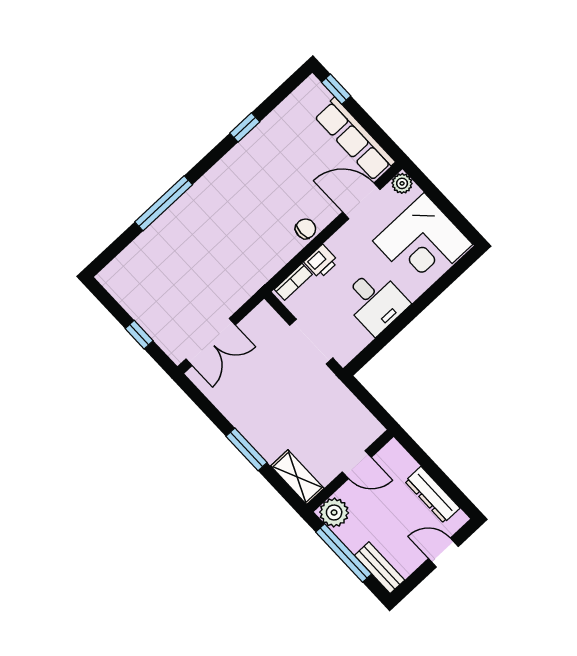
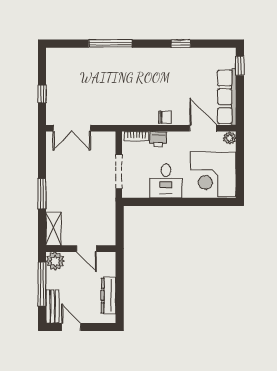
door: (443, 552) -> (71, 327), moved

